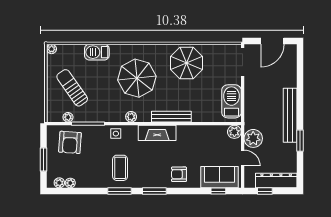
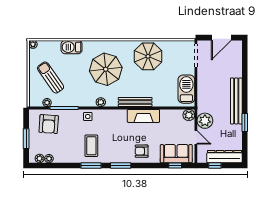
fireplace: (157, 133) -> (143, 116), moved

